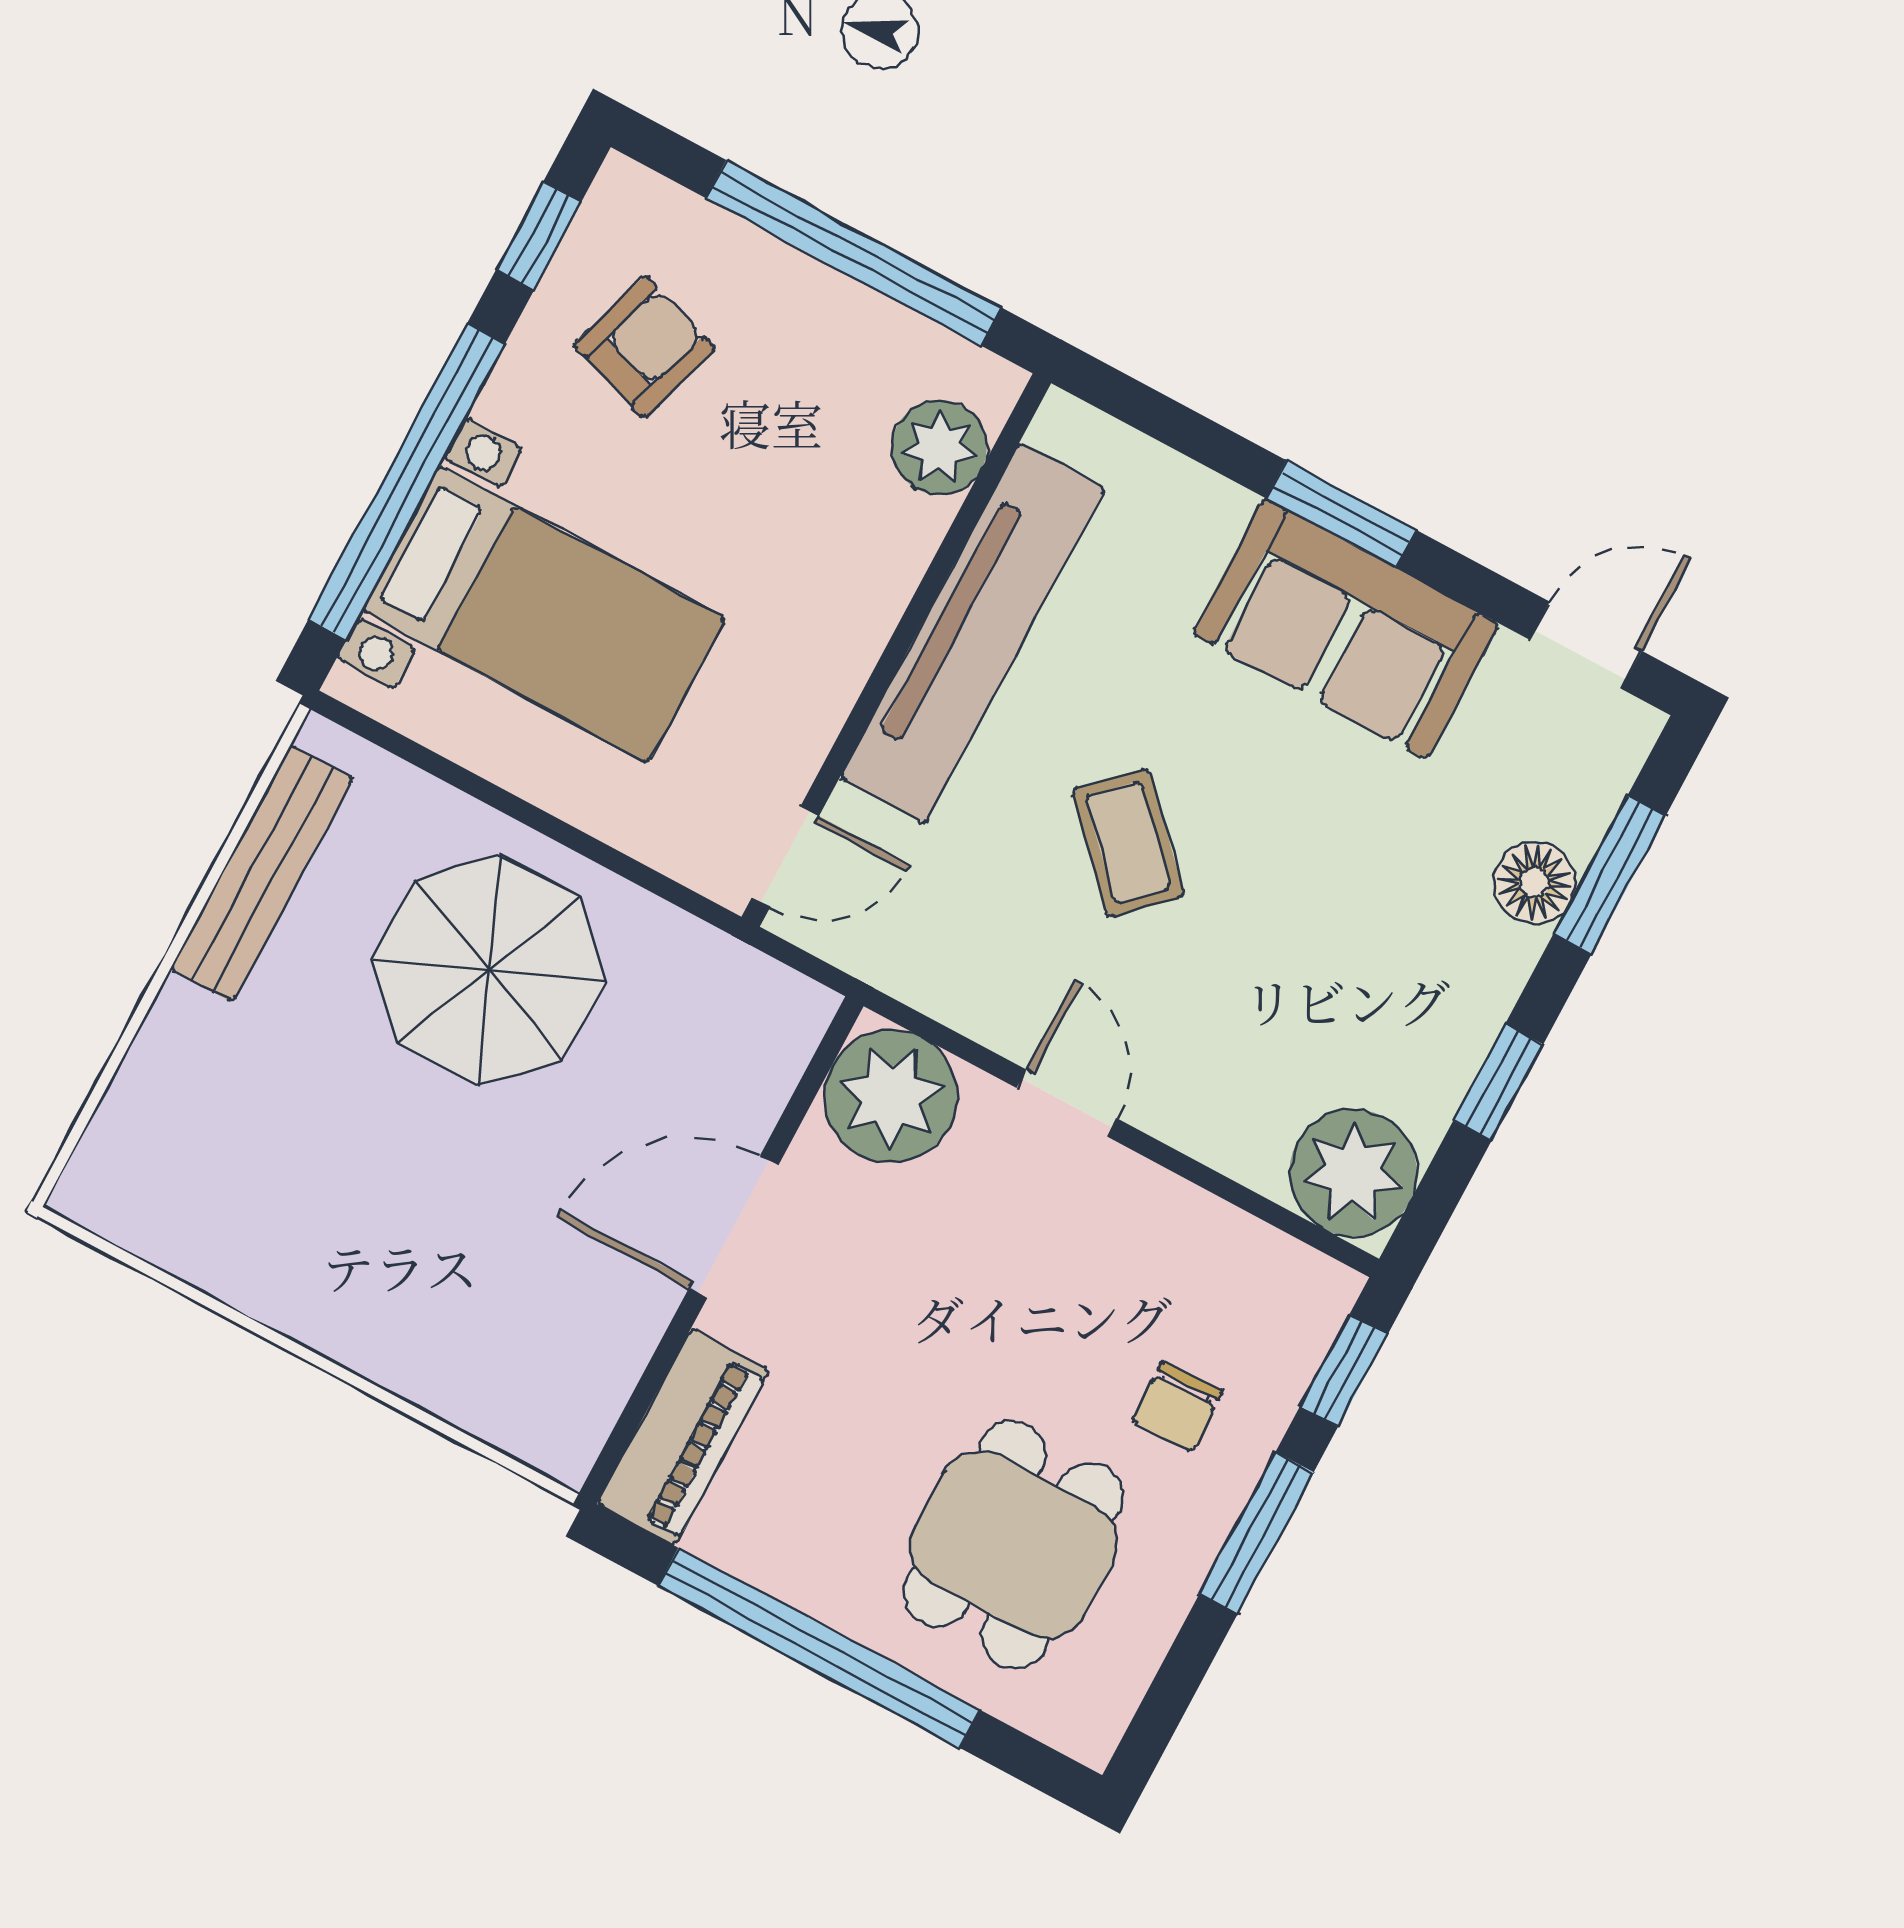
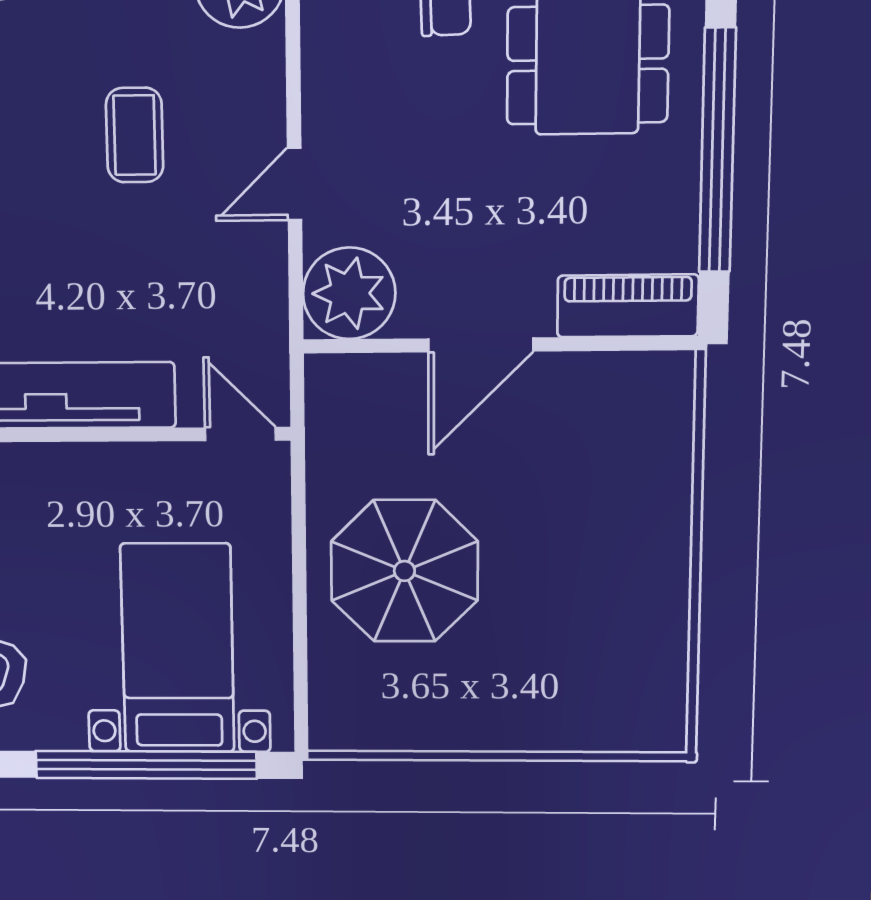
coffee table: (1128, 843) -> (135, 135), moved, turned -46
bench: (262, 873) -> (420, 730), removed
door: (734, 1227) -> (481, 345), hinge flipped

